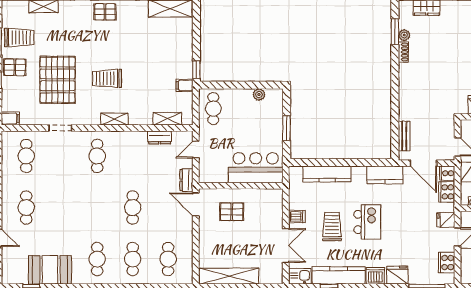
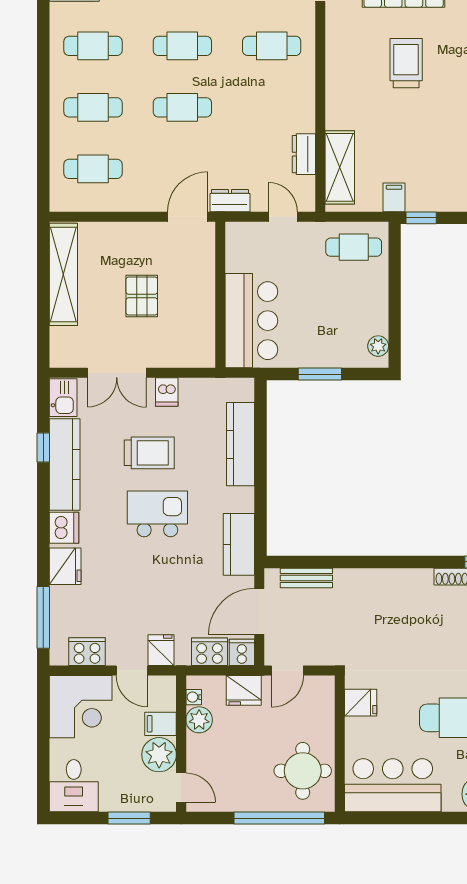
plant: (259, 95) -> (378, 346), moved
shelving: (114, 119) -> (336, 76), removed
shelving: (167, 119) -> (340, 167), width x1.50, depth x1.33
cafe table: (97, 208) -> (182, 46), added
pallet: (232, 212) -> (142, 296), moved
kitchen island: (367, 222) -> (157, 514), turned 180

